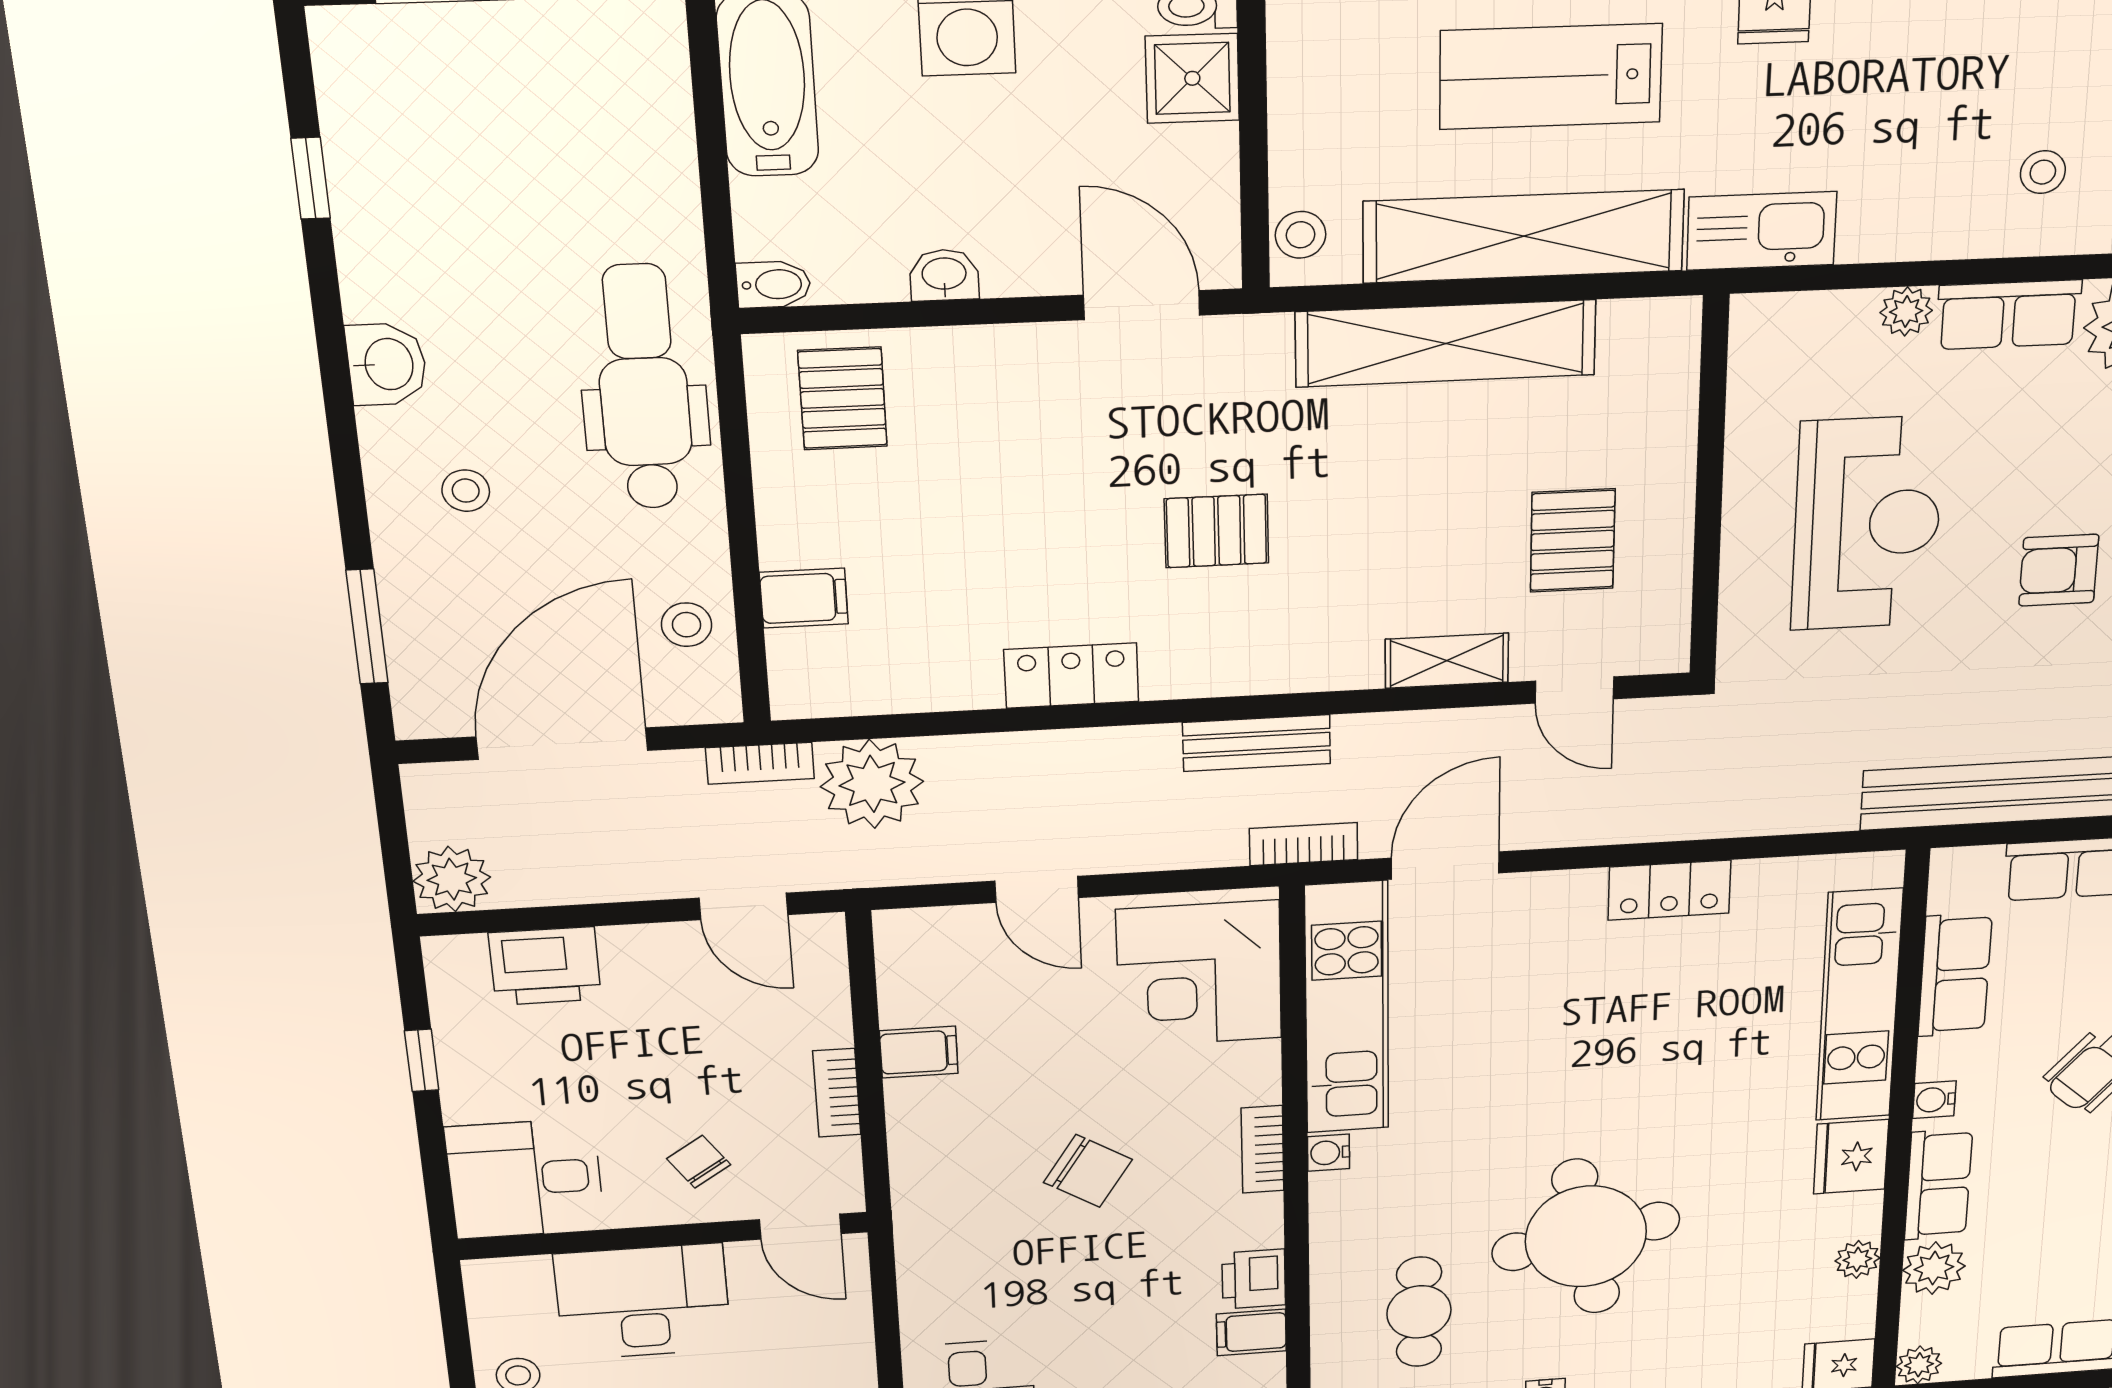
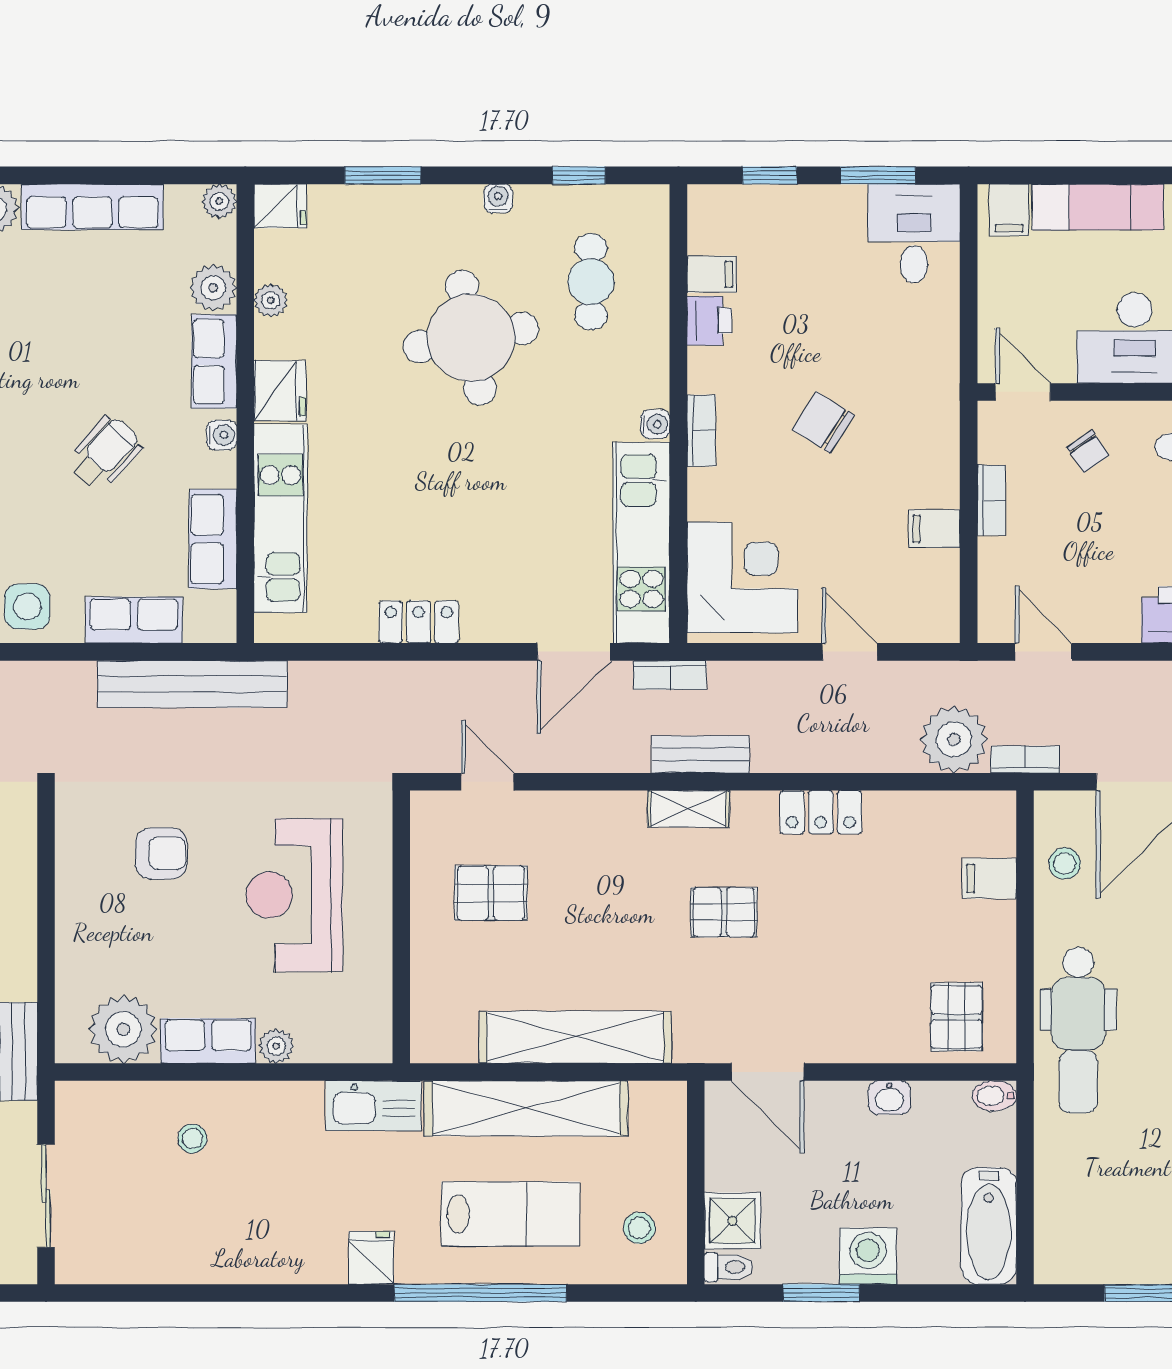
stool: (1301, 235) -> (639, 1228), moved
pallet: (1573, 540) -> (491, 893), turned 90
shelving: (1447, 661) -> (688, 809), moved

